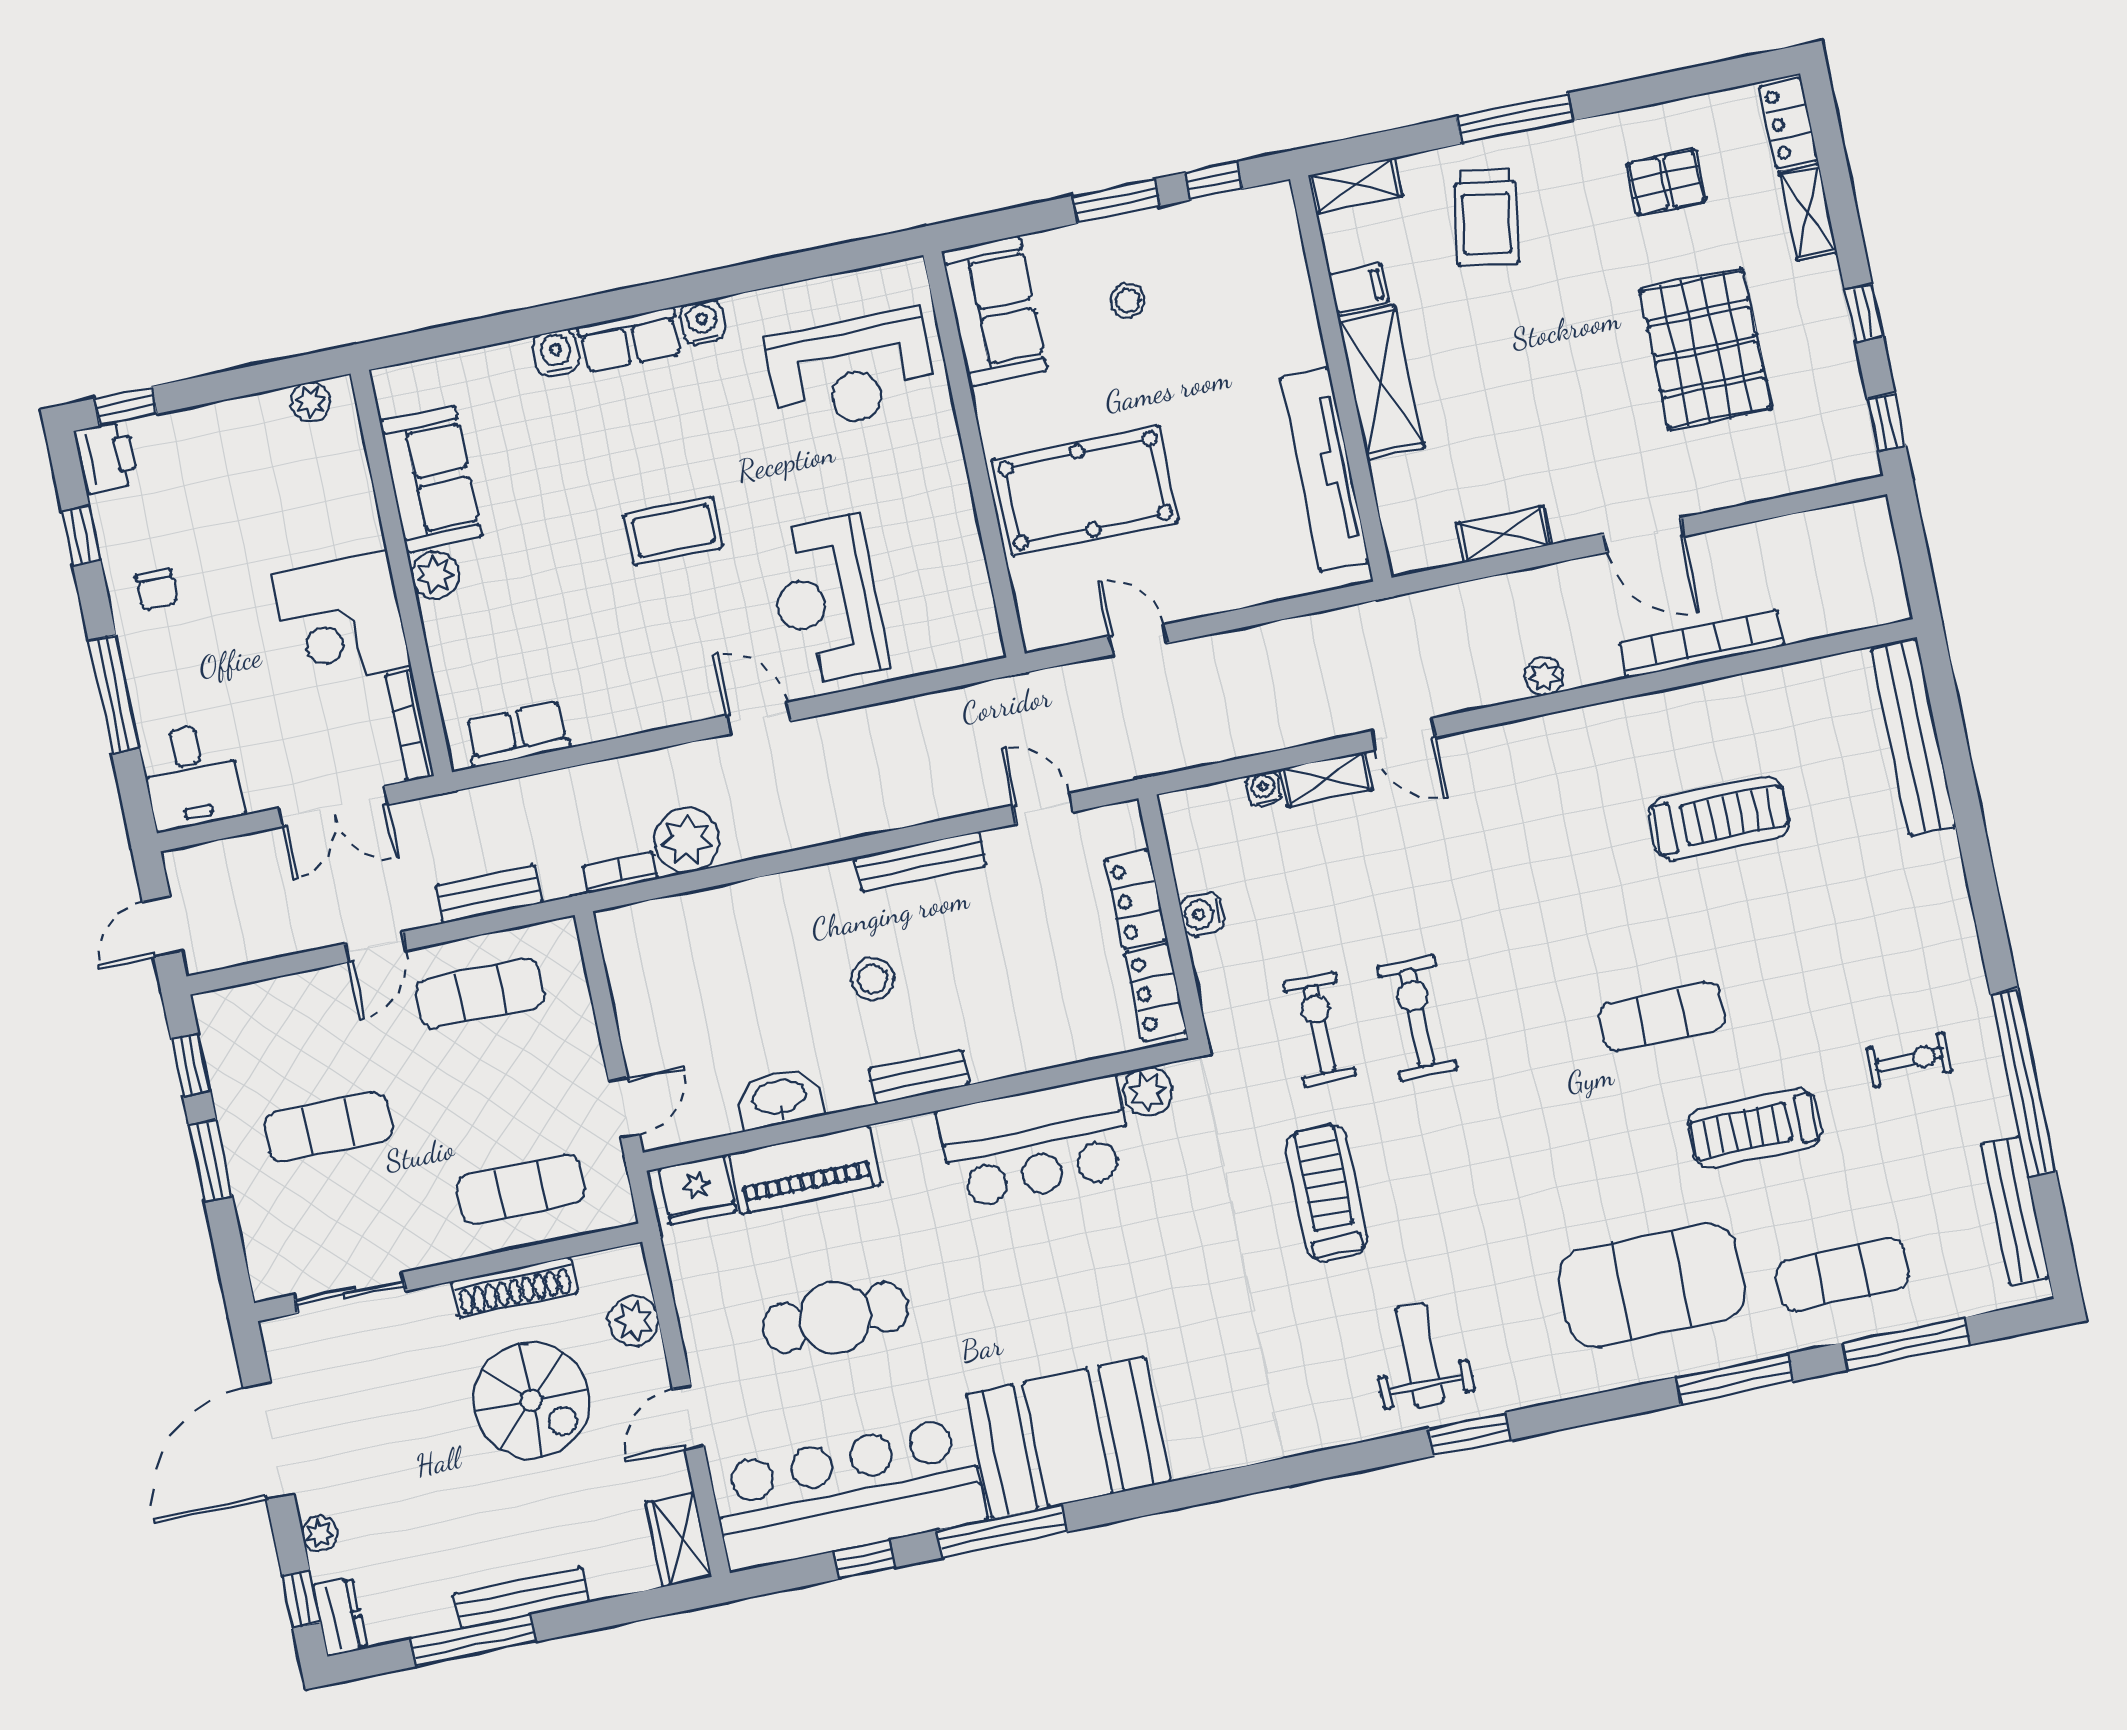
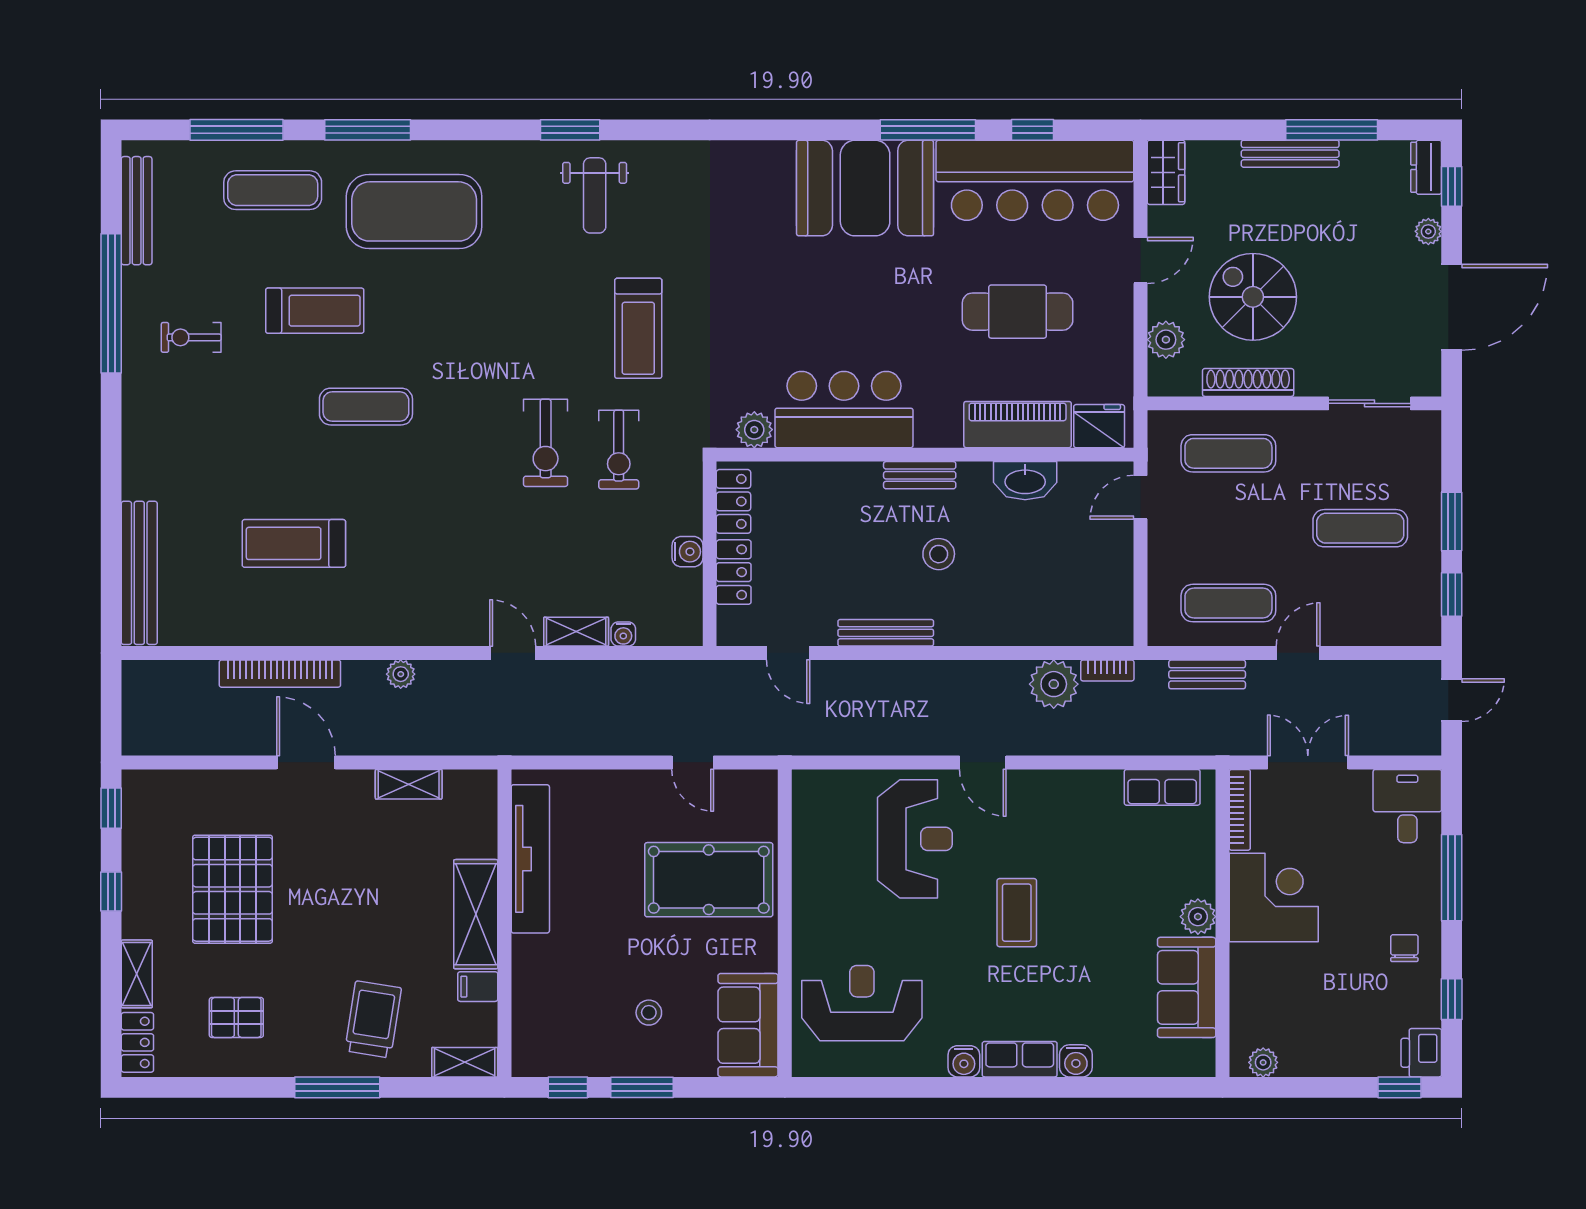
coffee table: (673, 531) -> (1017, 913), turned 90

